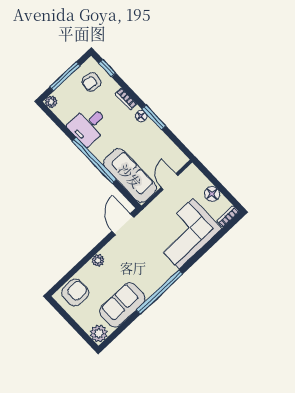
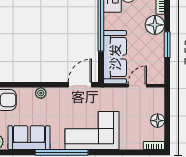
floor lamp: (141, 116) -> (155, 25), width x1.89, depth x1.89
window: (154, 117) -> (167, 45), moved
corner sofa: (186, 234) -> (92, 131), moved

